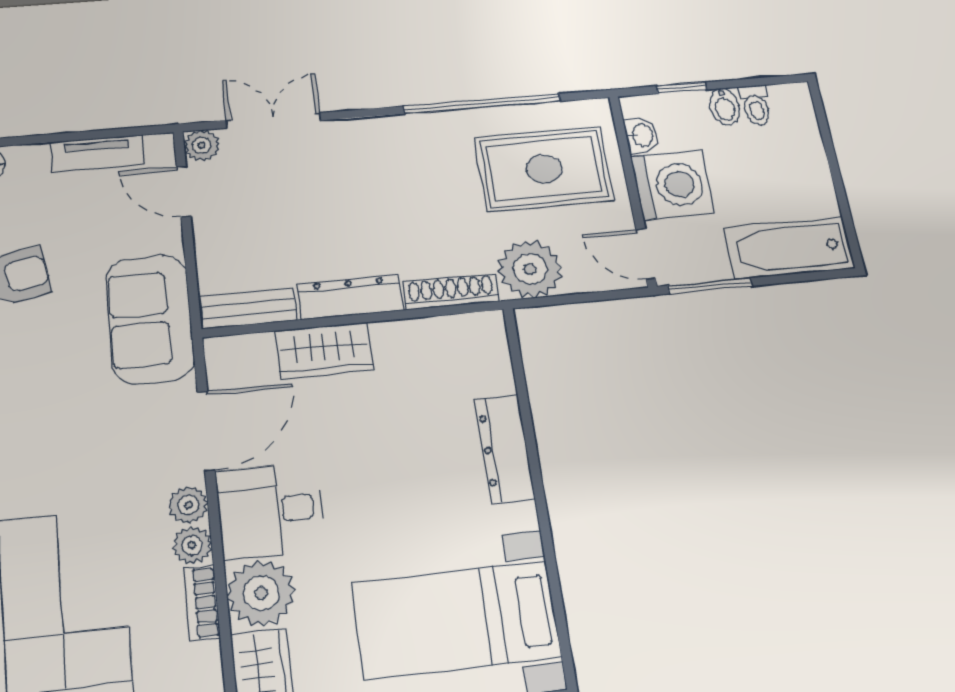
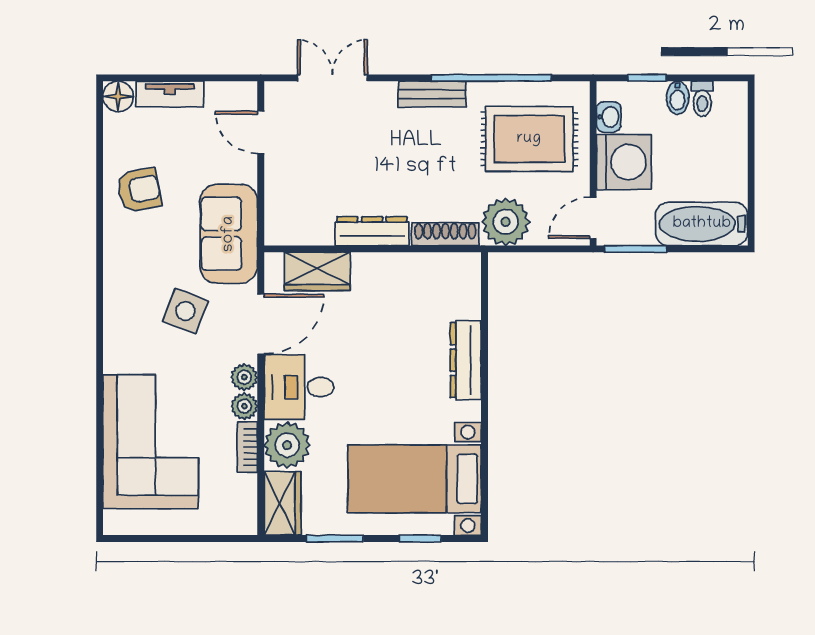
plant: (202, 145) -> (277, 94), removed
tv unit: (98, 153) -> (170, 94), moved
door: (646, 254) -> (593, 218), hinge flipped
bench: (248, 309) -> (432, 94), moved
wardrobe: (324, 351) -> (317, 271), moved
side table: (95, 425) -> (185, 311), added

